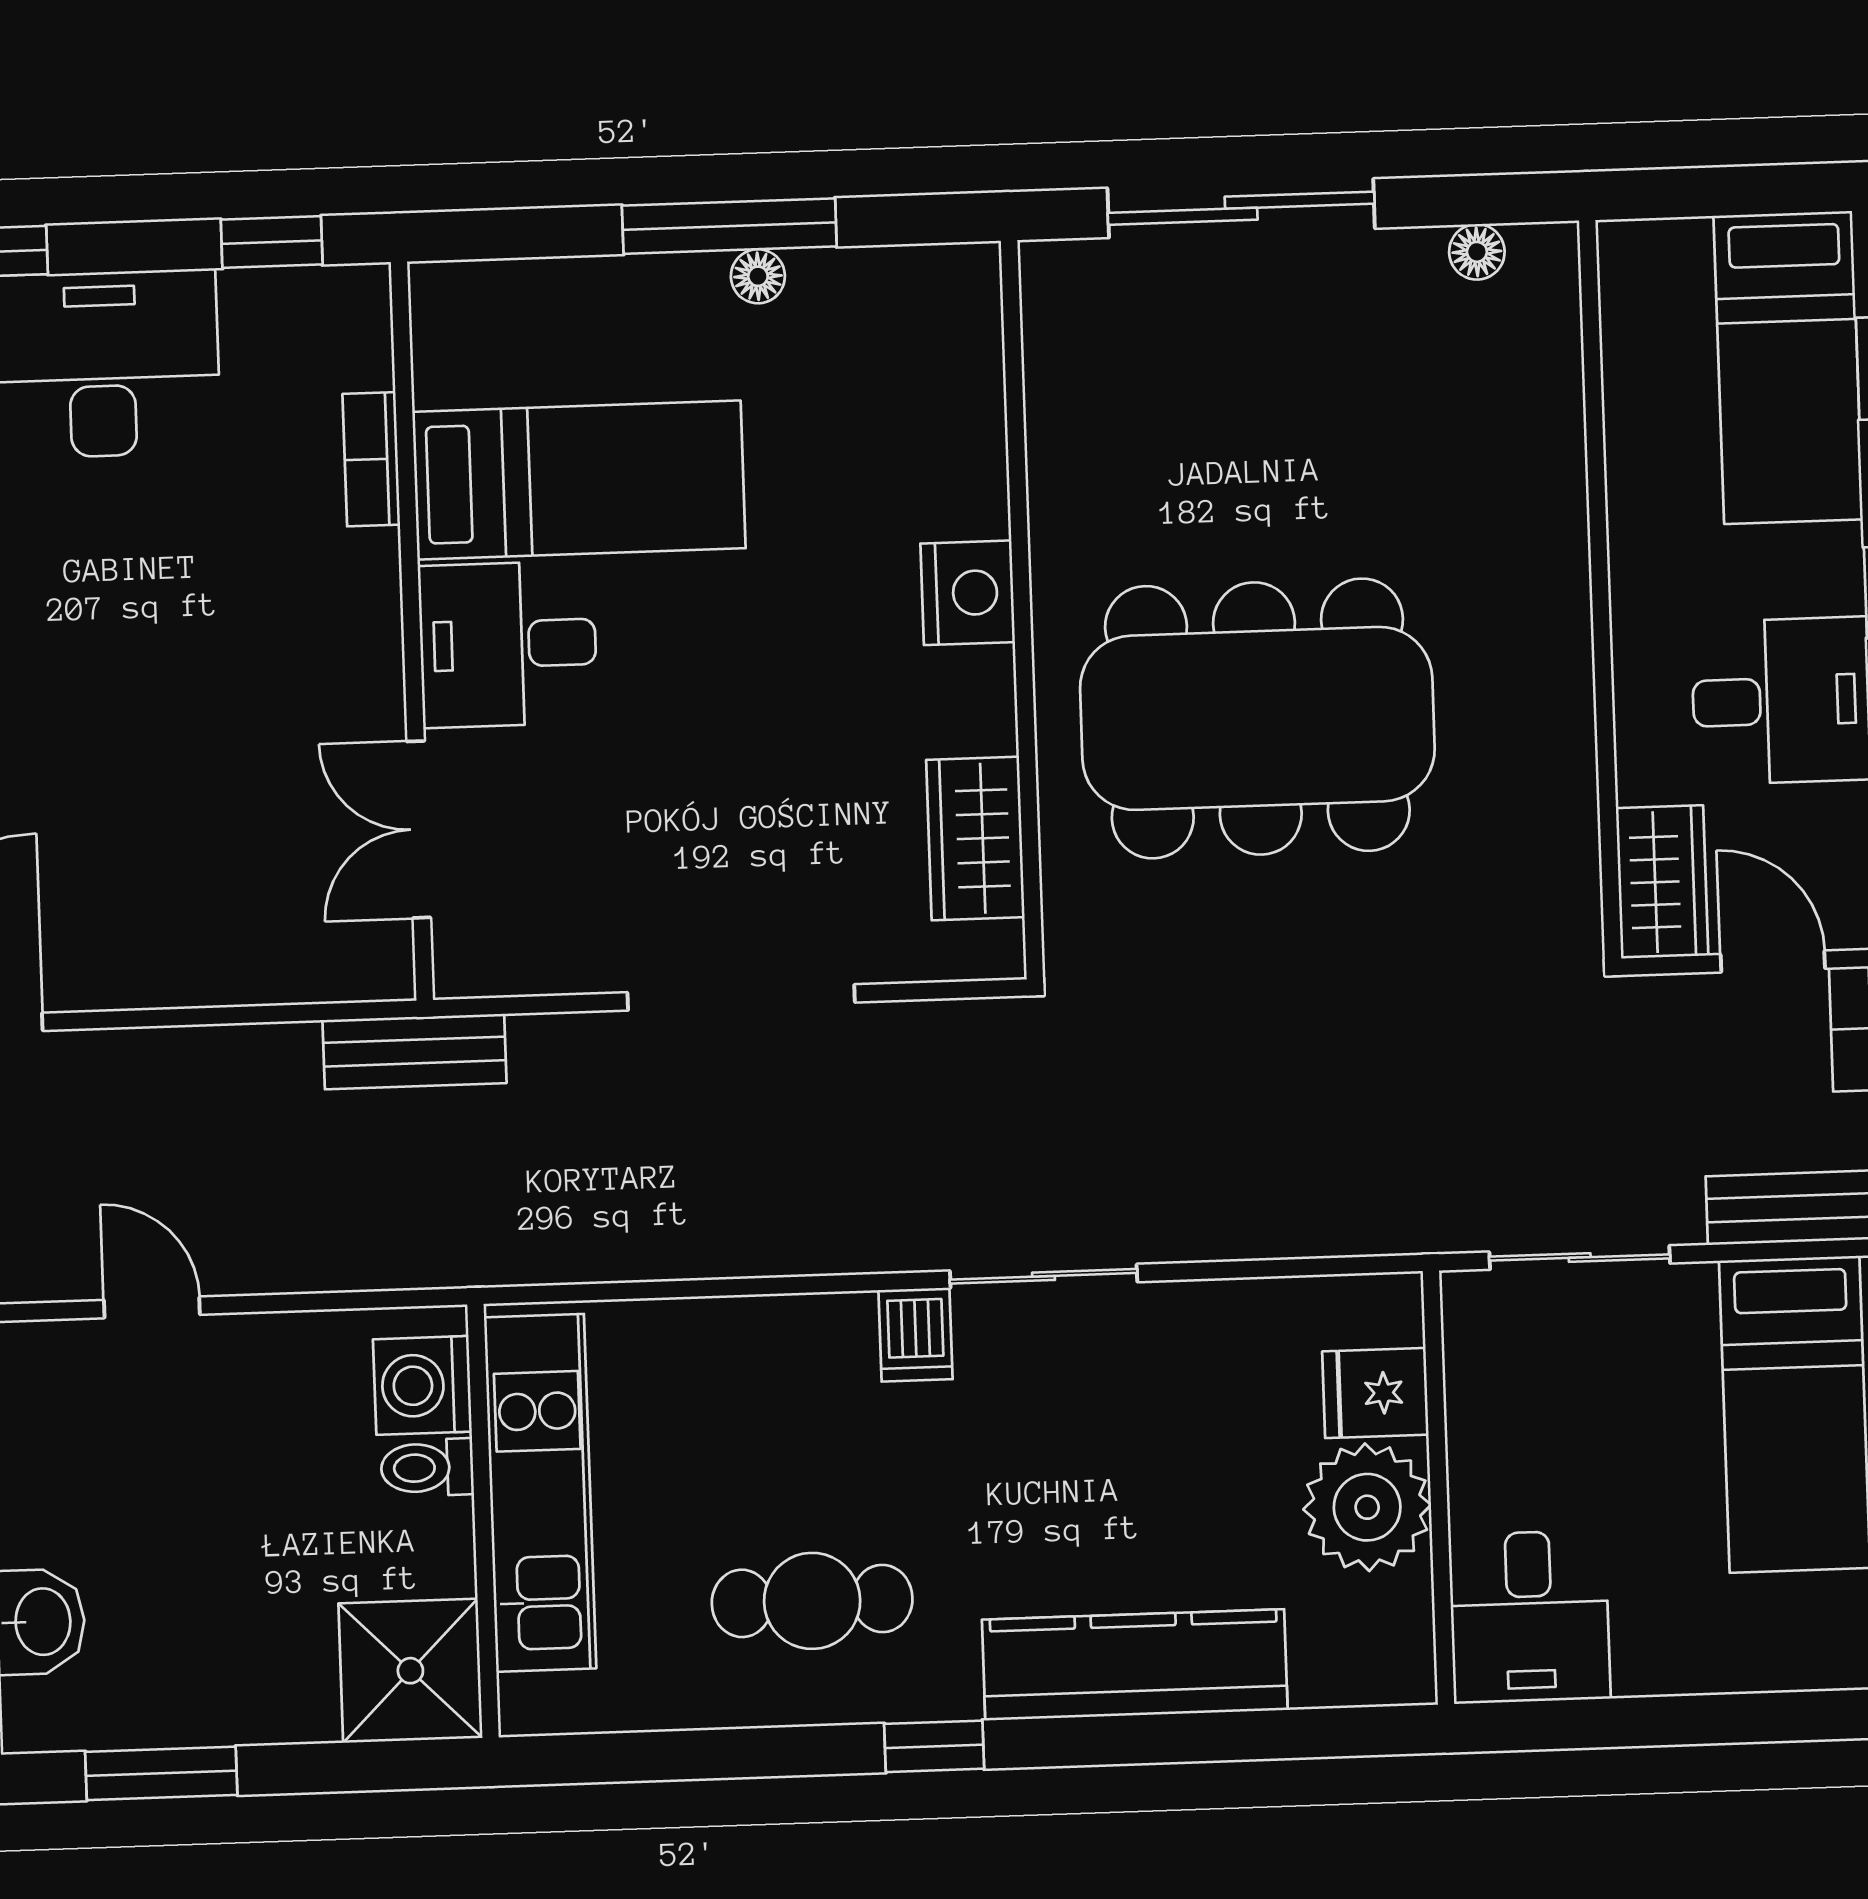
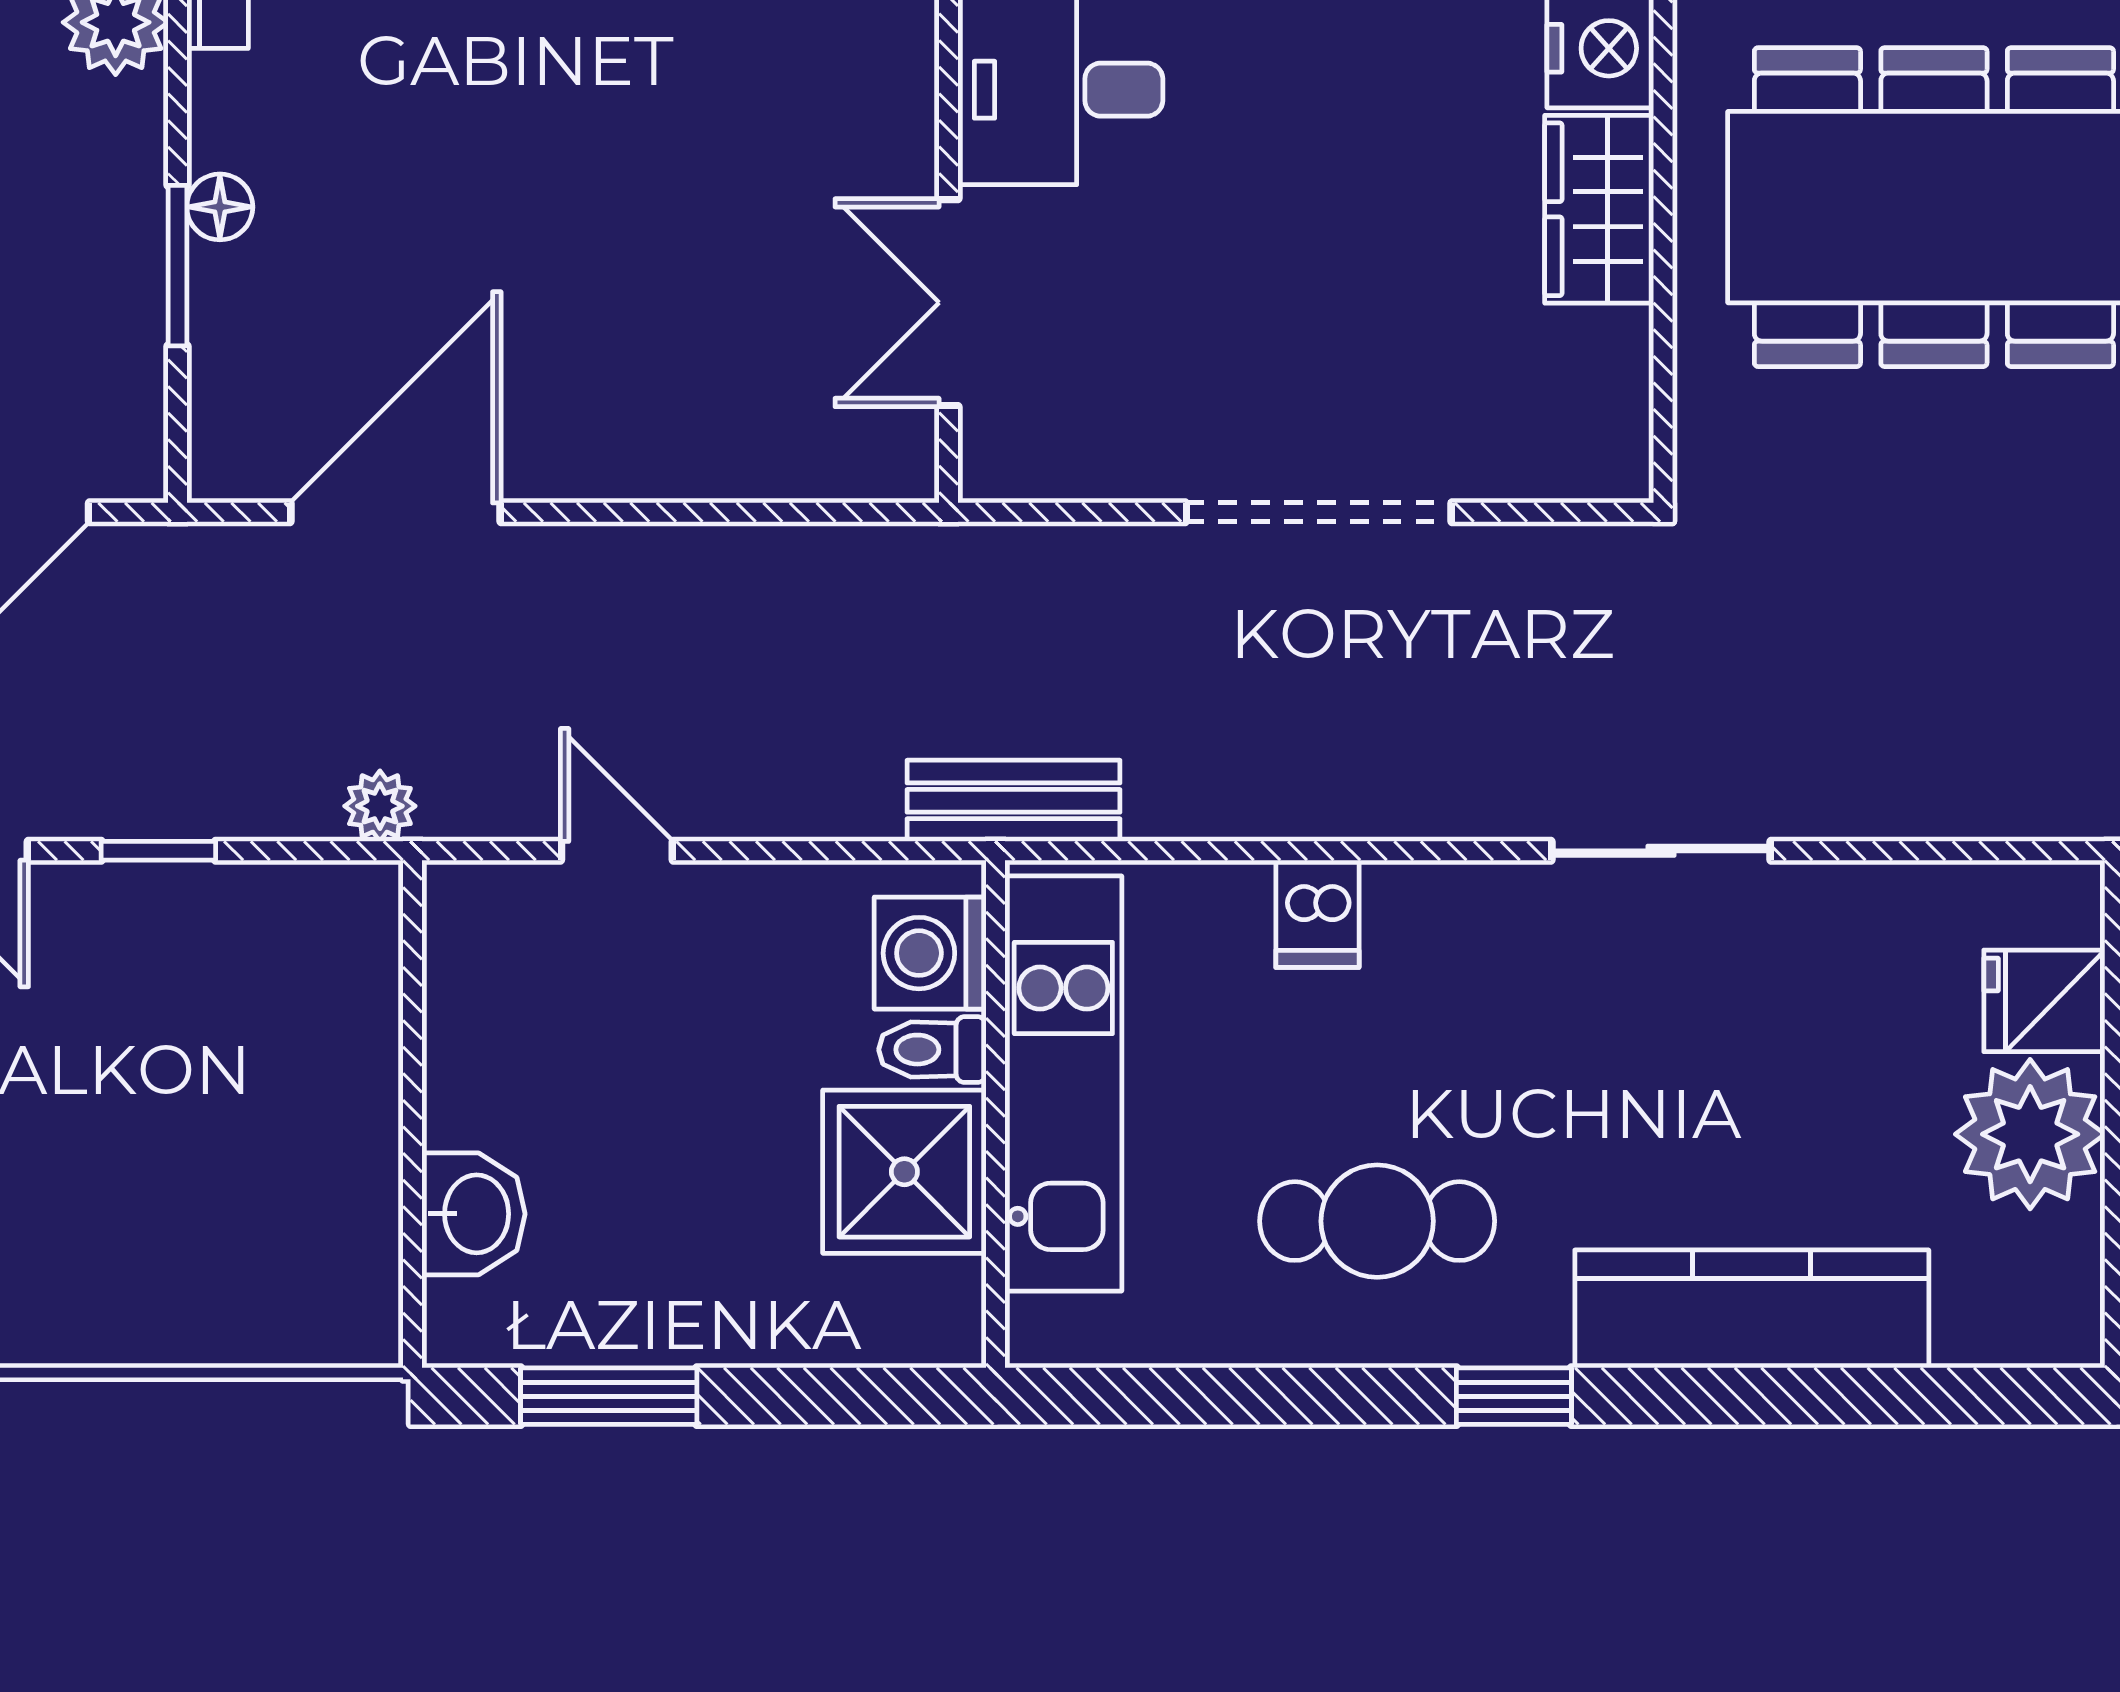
wardrobe: (975, 839) -> (1599, 209), moved
bench: (415, 1052) -> (1014, 801), moved
dishwasher: (916, 1335) -> (1317, 914), moved
shower: (410, 1671) -> (904, 1172), moved

